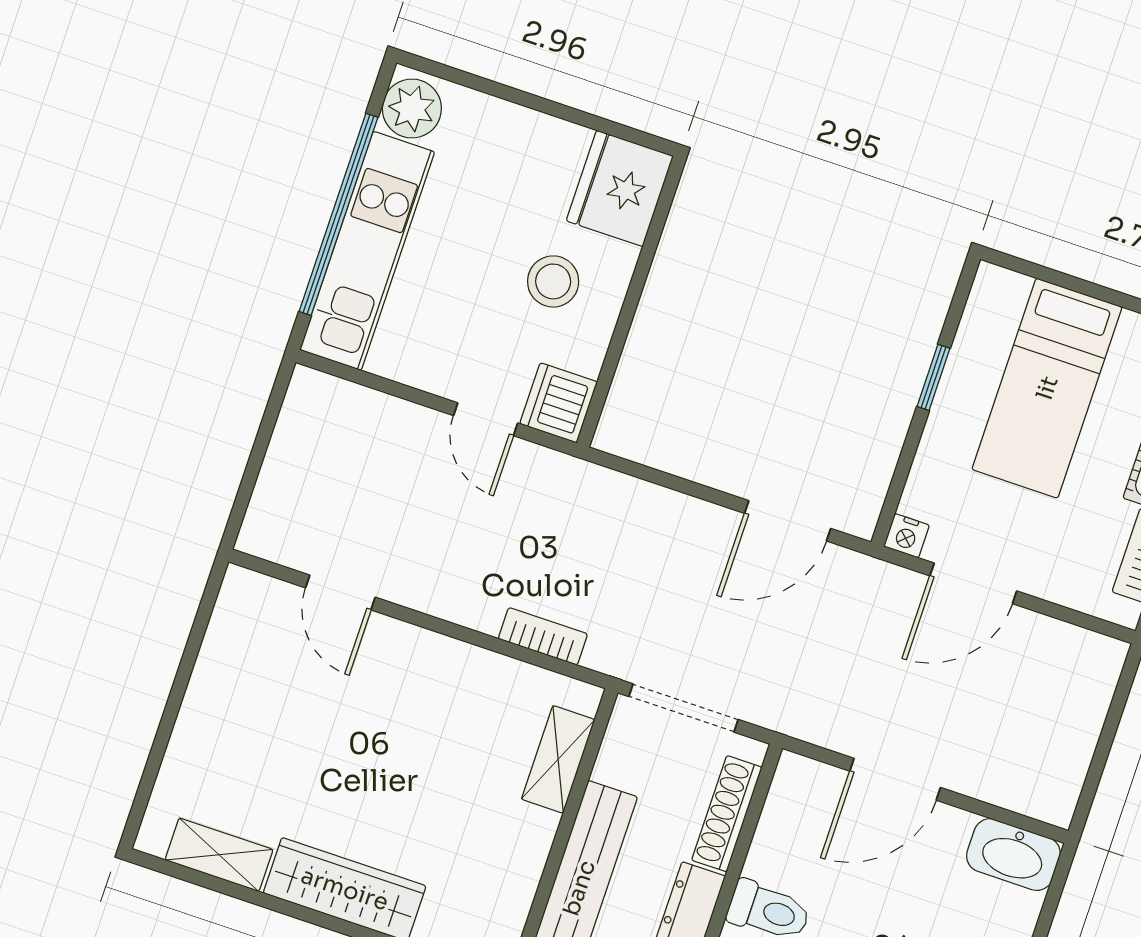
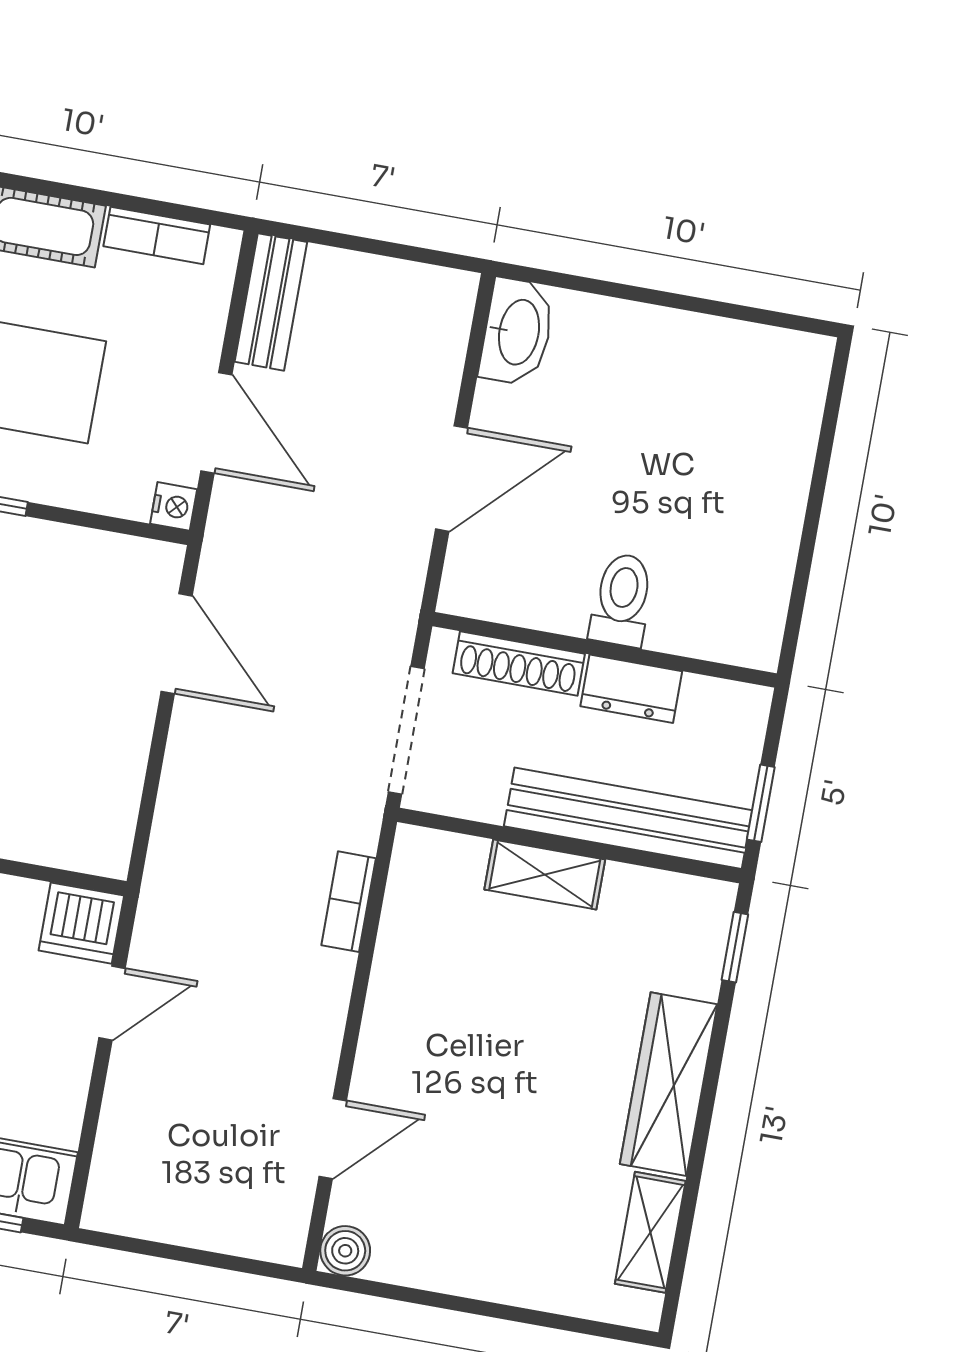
boiler: (242, 589) -> (345, 1251), added
bench: (1071, 646) -> (271, 302), added
shelving: (558, 759) -> (545, 875), moved
door: (895, 779) -> (452, 478), hinge flipped

